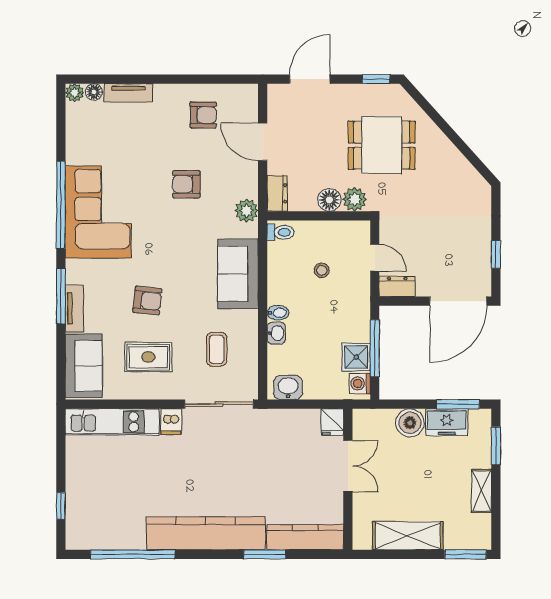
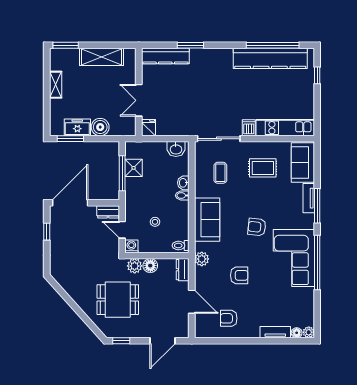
armchair: (147, 300) -> (257, 227), moved
washing machine: (360, 383) -> (131, 246), moved, turned -90
window: (496, 446) -> (47, 113), removed
kitchen counter: (206, 533) -> (270, 58), moved

